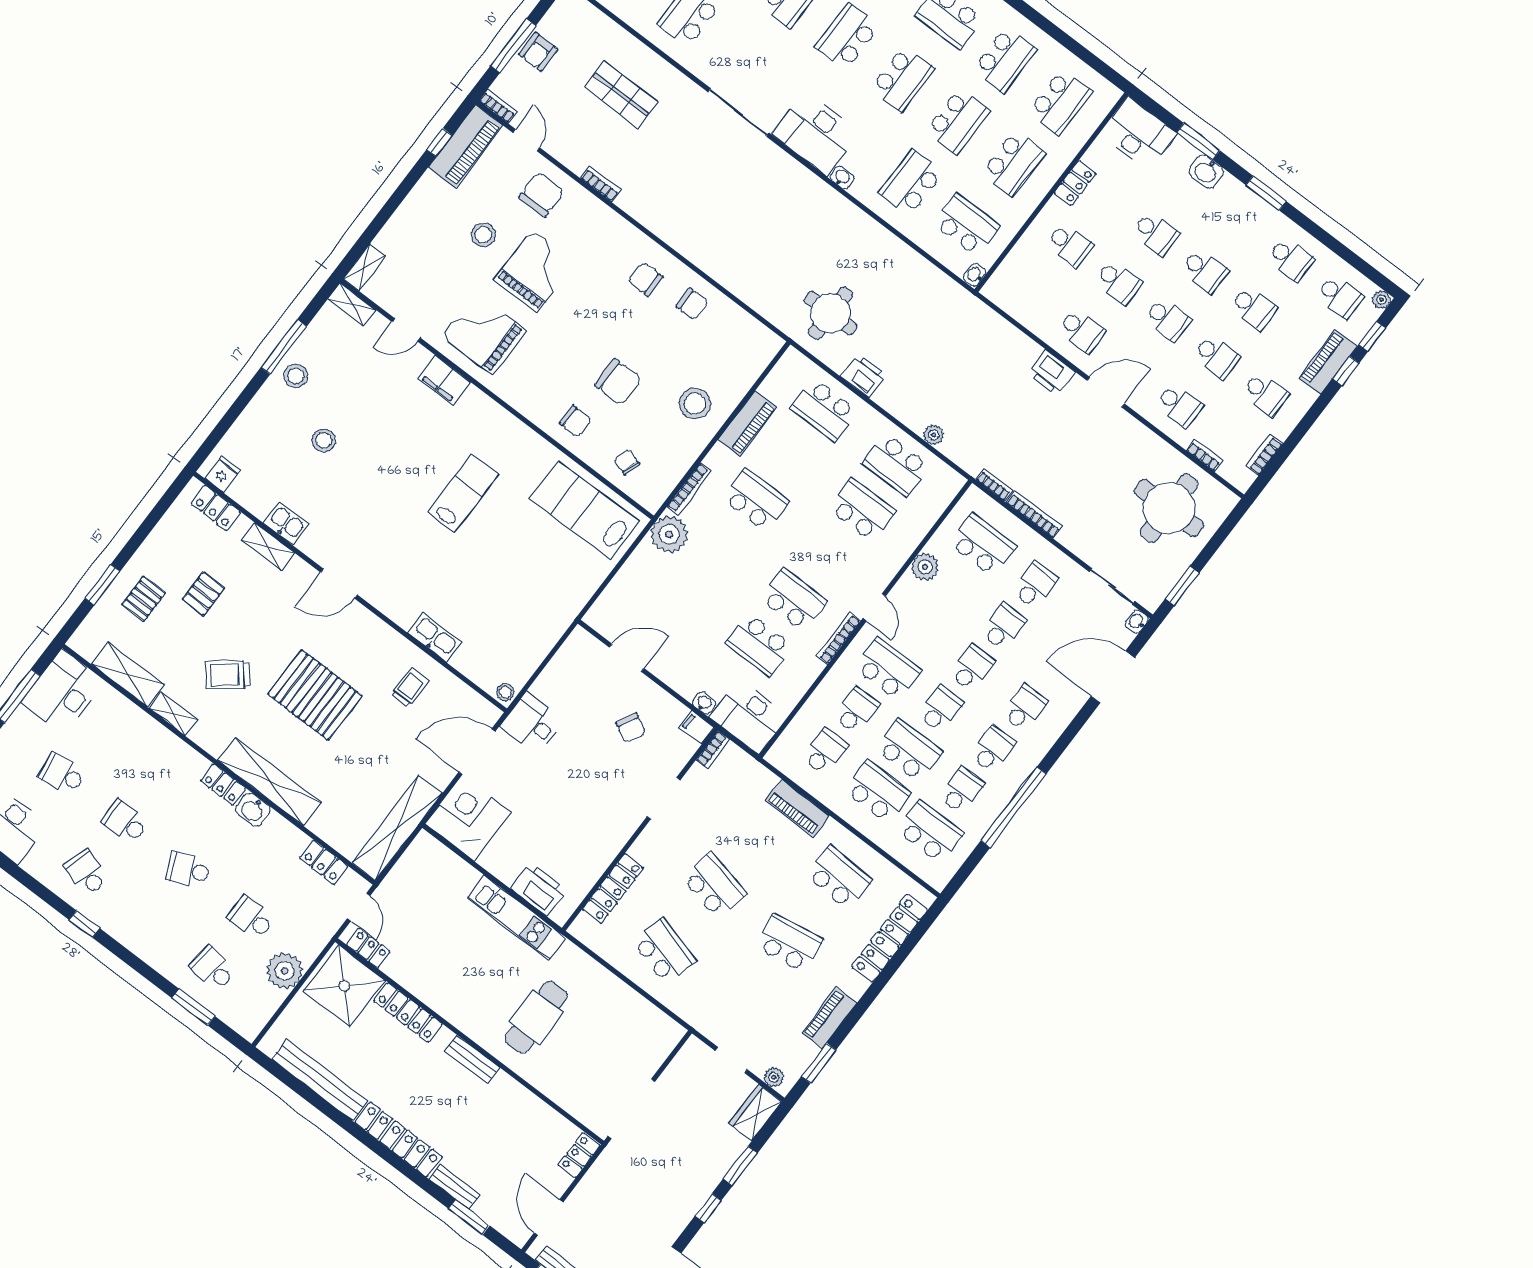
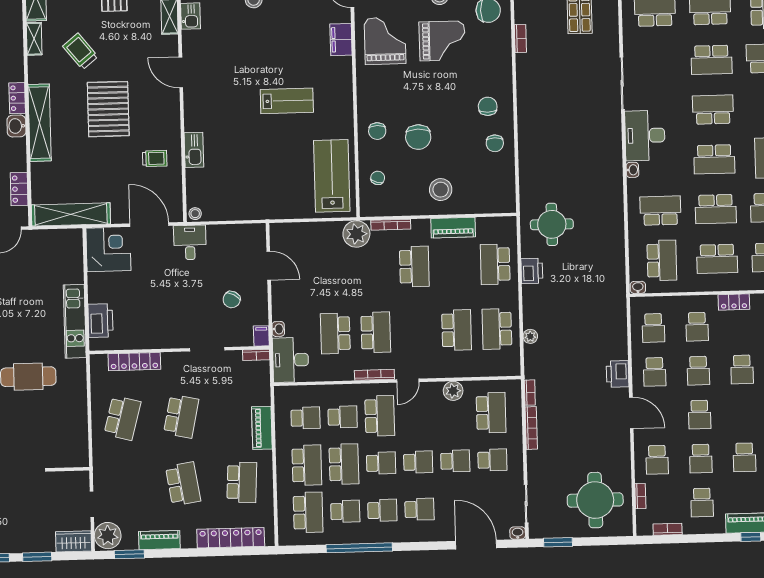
school desk: (1205, 271) -> (653, 328), moved
plant: (774, 1077) -> (108, 536), width x1.88, depth x1.88

